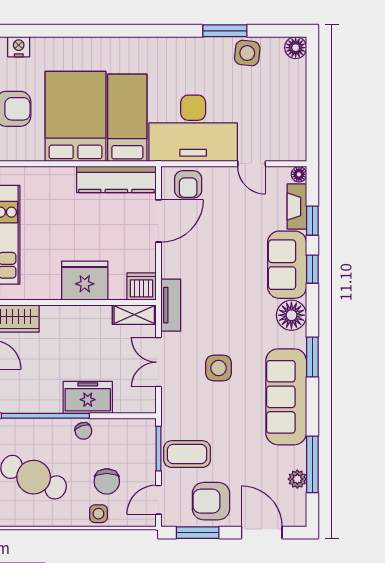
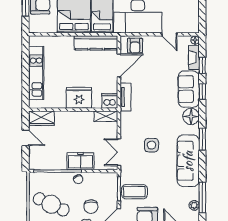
tv unit: (171, 305) -> (126, 97), moved
double door: (159, 362) -> (119, 152), moved

